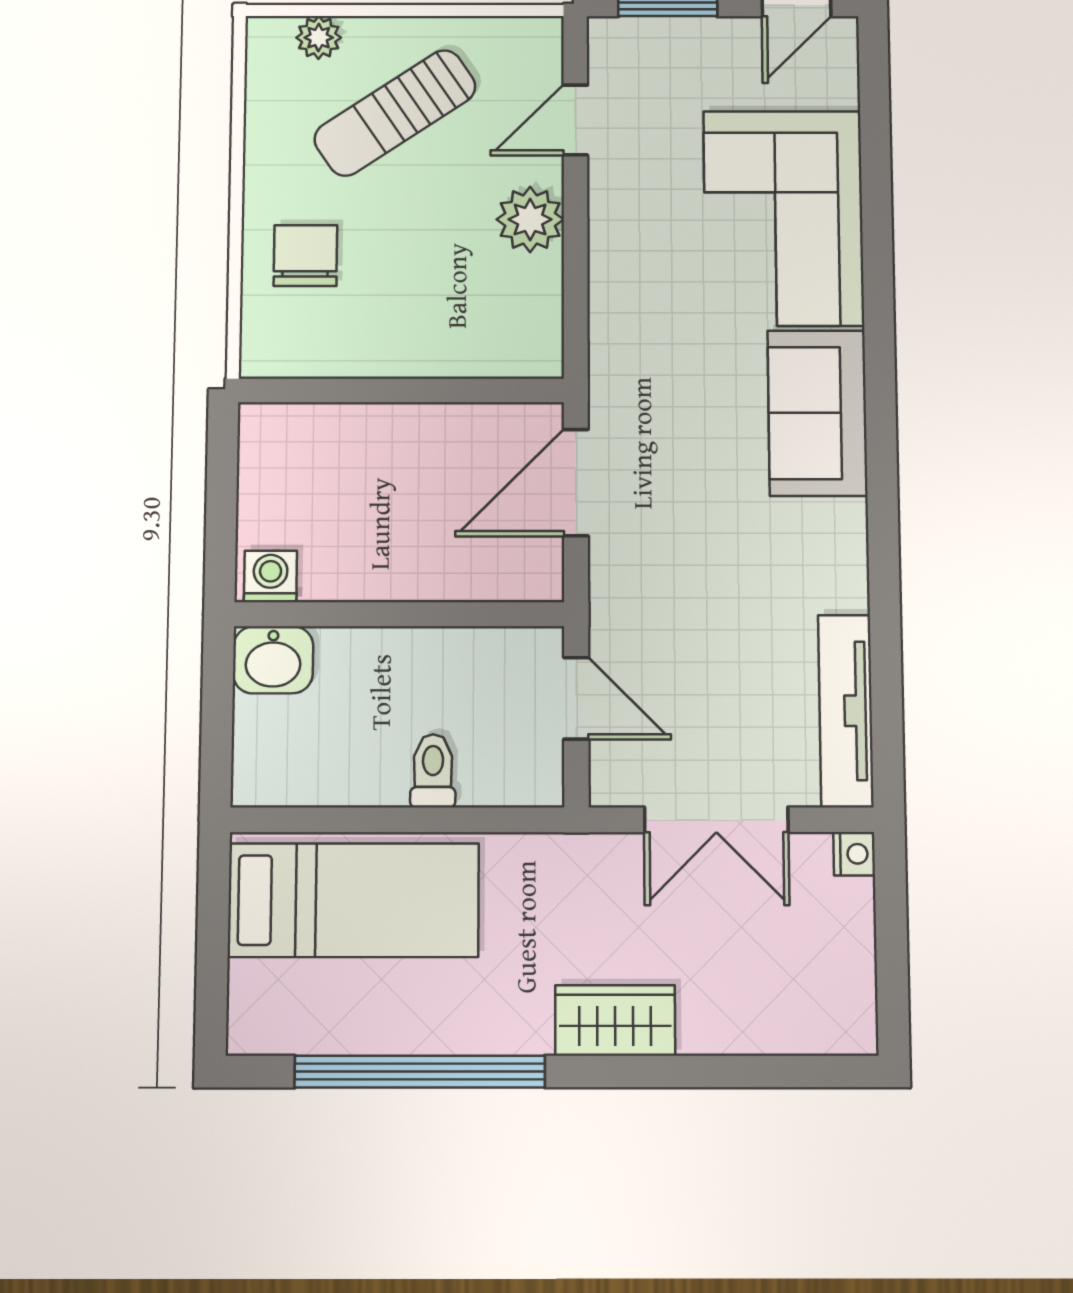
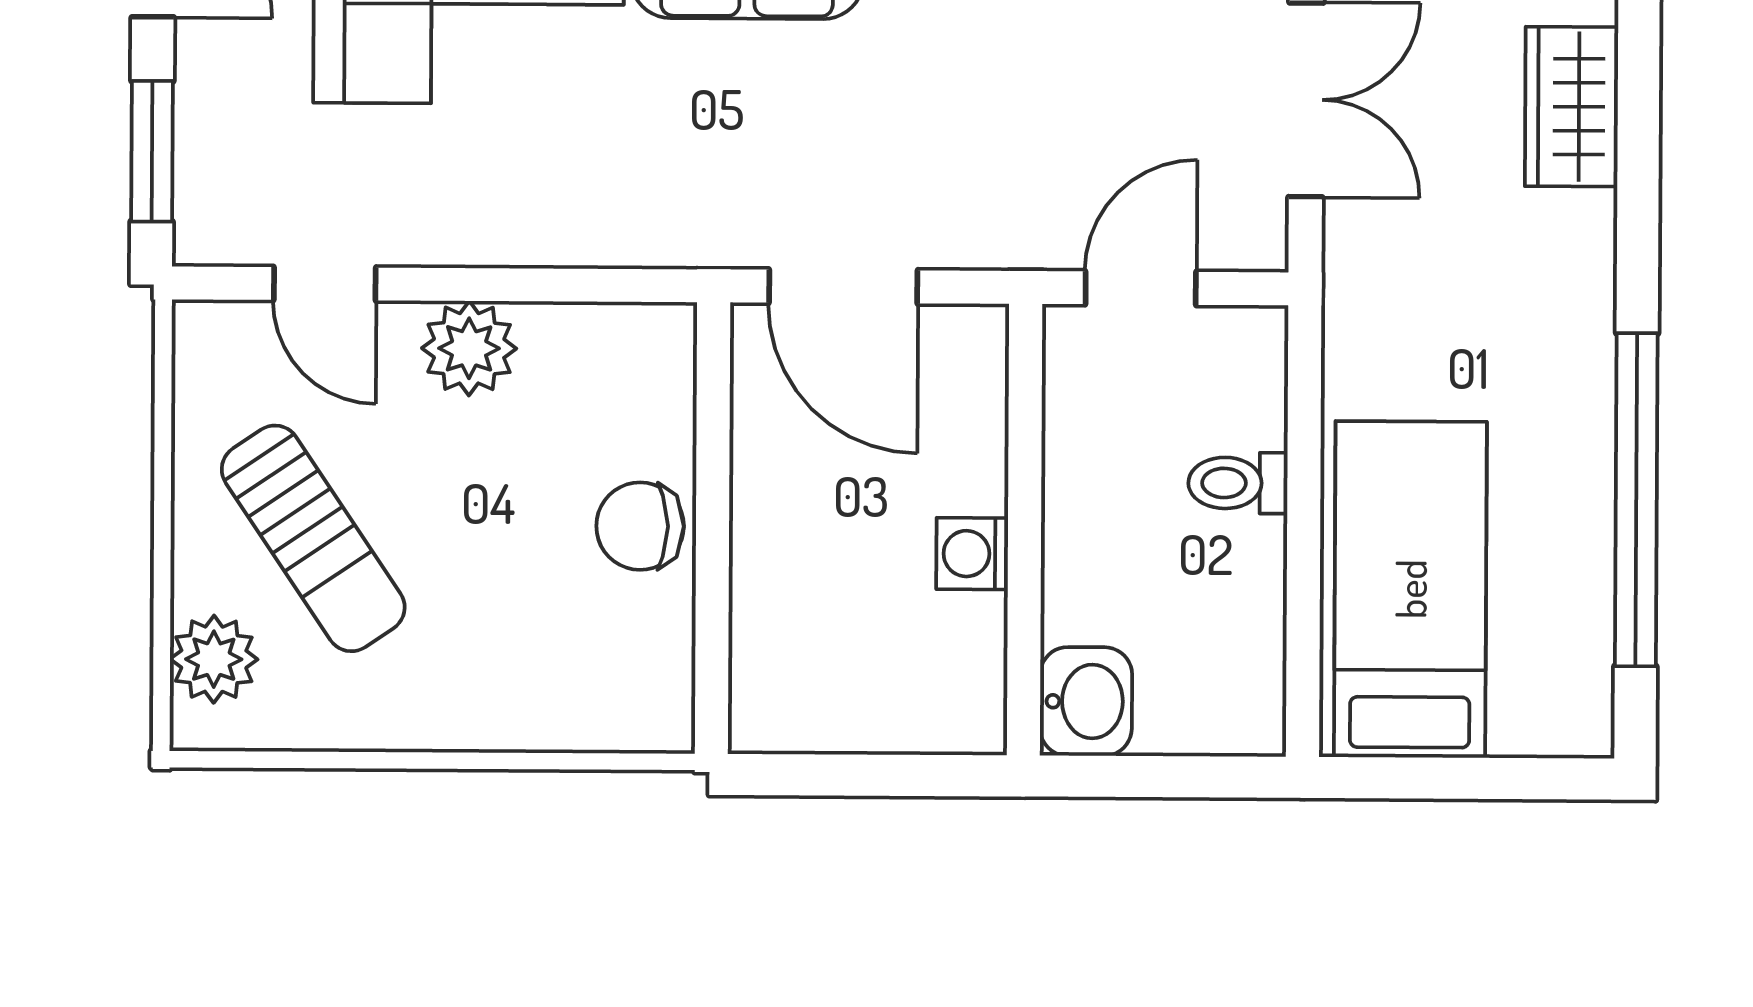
plant: (319, 38) -> (214, 659), width x1.38, depth x1.38
chair: (305, 256) -> (640, 526), moved
washing machine: (270, 576) -> (972, 554), moved
wardrobe: (615, 1020) -> (1572, 107), moved

